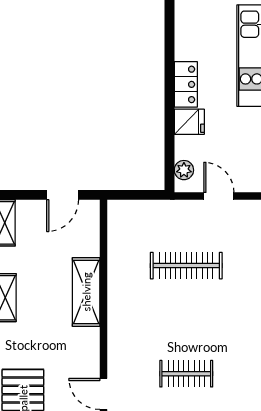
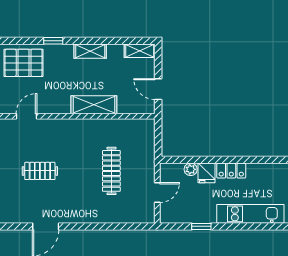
plant: (184, 170) -> (191, 169), moved
clothes rail: (186, 374) -> (40, 171), turned 90

